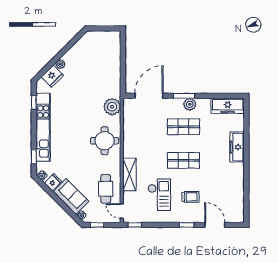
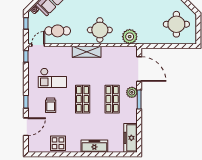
round table: (98, 54) -> (176, 24), added
plant: (190, 104) -> (132, 92), moved
shelving: (129, 174) -> (87, 52), moved
display table: (234, 189) -> (58, 143), added

